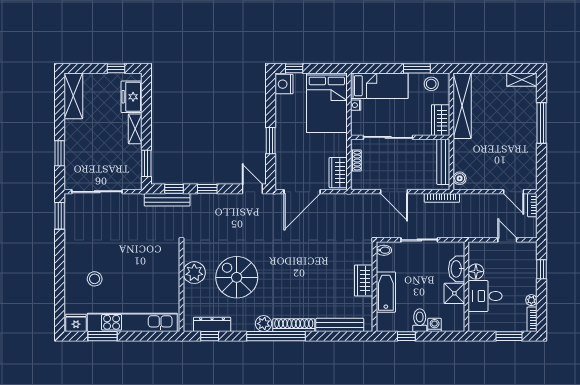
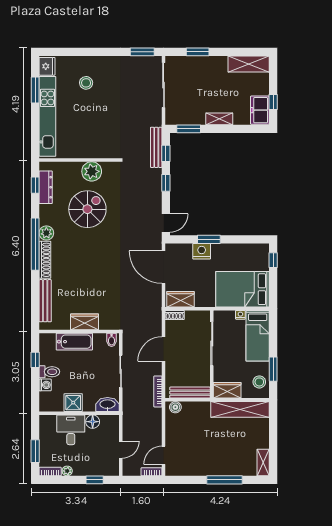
nightstand: (284, 84) -> (202, 251), moved
freezer: (132, 97) -> (260, 110), moved, turned -90
shoe rack: (356, 161) -> (175, 315), moved
washbasin: (457, 269) -> (107, 405), moved

